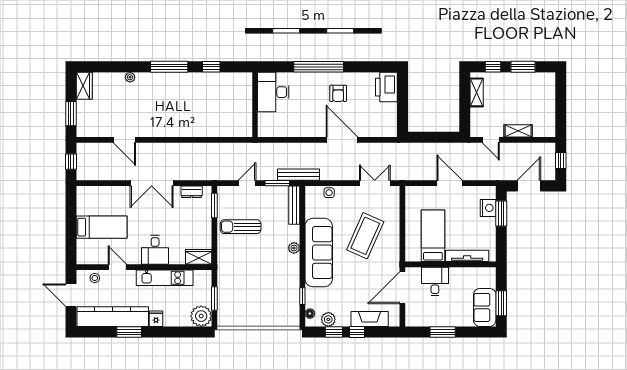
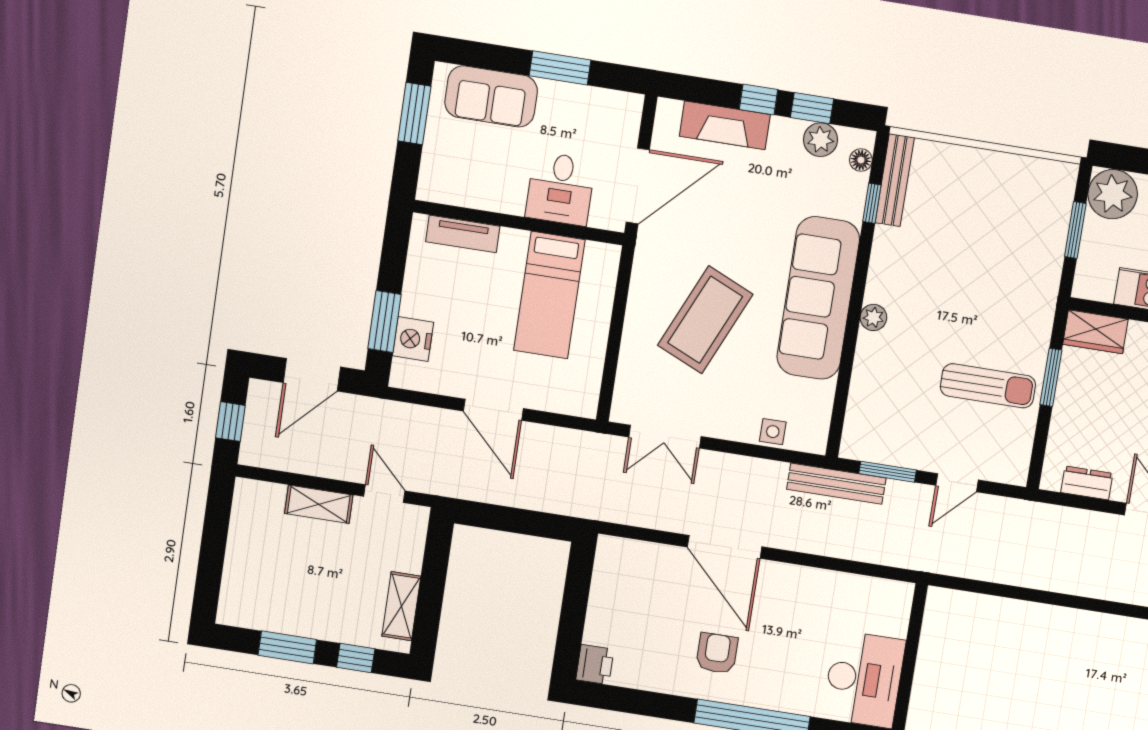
printer: (386, 87) -> (595, 665), width x0.53, depth x0.68
bench: (294, 205) -> (895, 180), moved
window: (214, 206) -> (1051, 377), moved
tv unit: (467, 256) -> (463, 234), width x0.71
sofa: (485, 307) -> (491, 96), moved, turned 90

